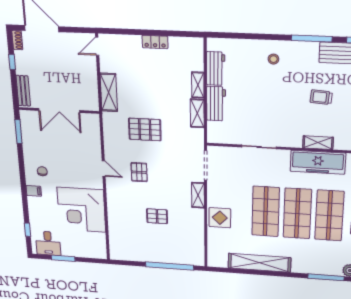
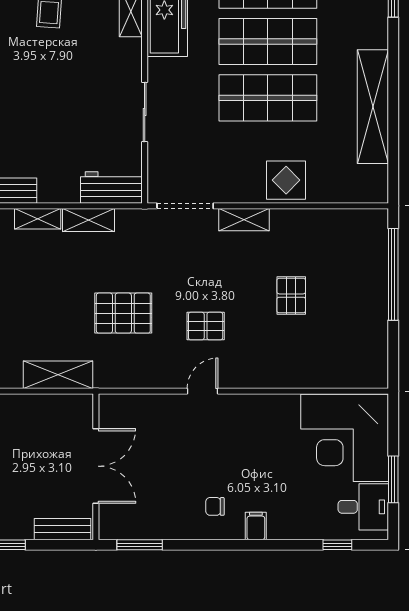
workbench: (216, 104) -> (111, 187), moved
pallet: (145, 129) -> (123, 313), turned 90
corner desk: (81, 210) -> (345, 438), moved, turned 90

